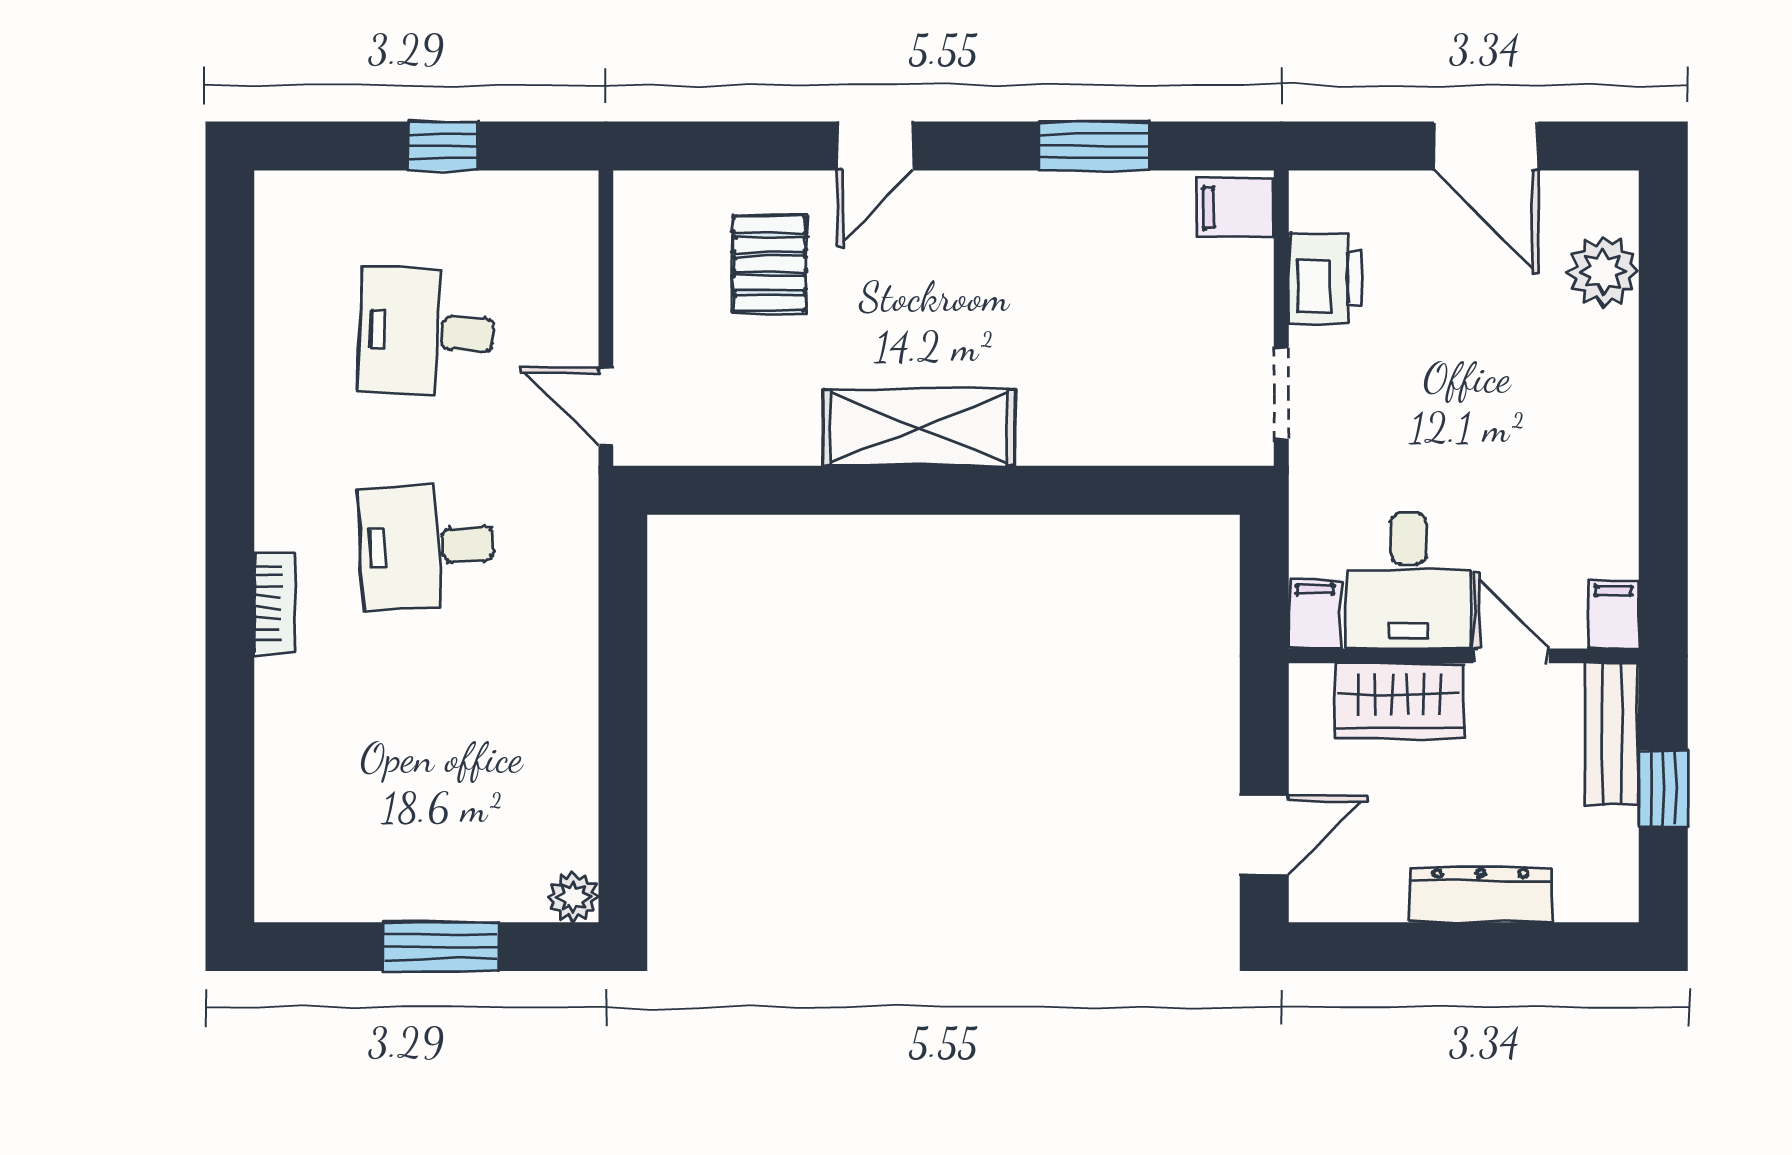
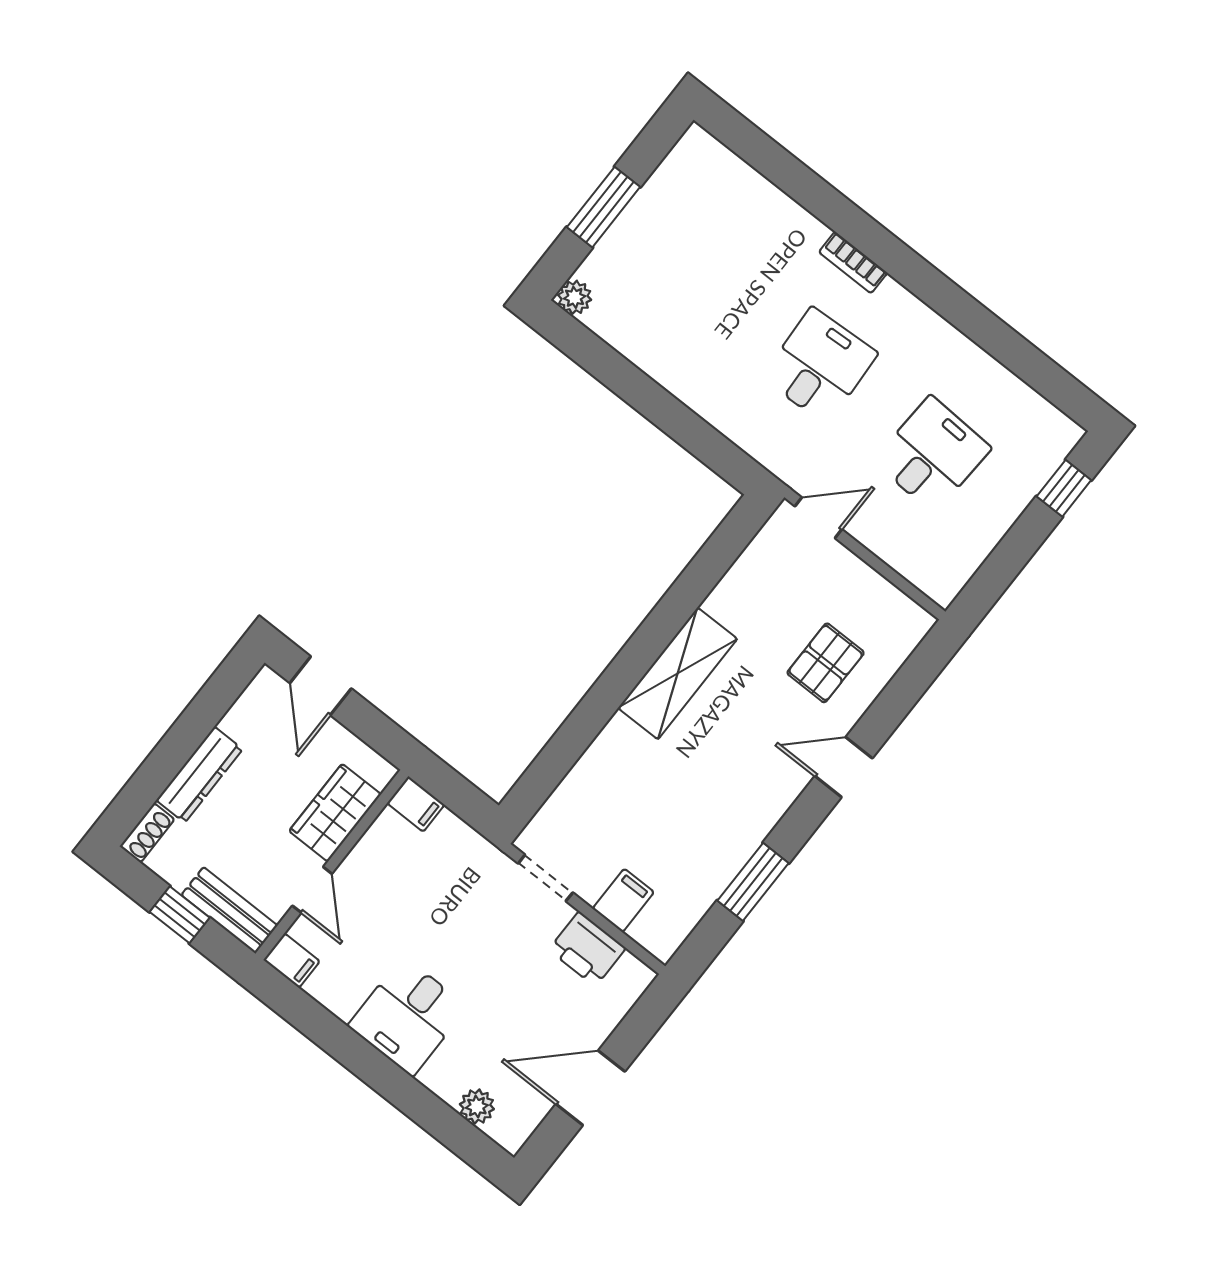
window: (443, 146) -> (1064, 488), moved
door: (875, 146) -> (844, 767), hinge flipped
filing cabinet: (1235, 208) -> (623, 900), moved
pallet: (769, 264) -> (826, 663), turned 90
plant: (1603, 272) -> (477, 1107), width x0.73, depth x0.73
desk: (1408, 581) -> (408, 1016), moved, turned -90
door: (1511, 656) -> (312, 890), hinge flipped
shoe rack: (1597, 902) -> (147, 833), added

